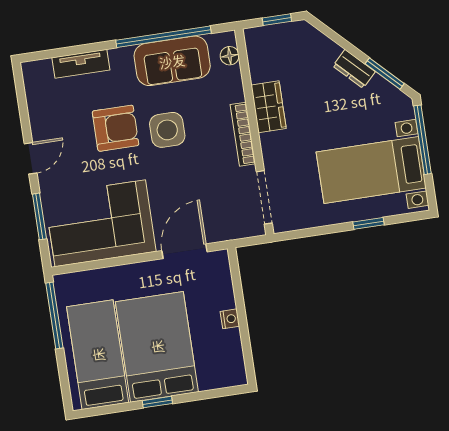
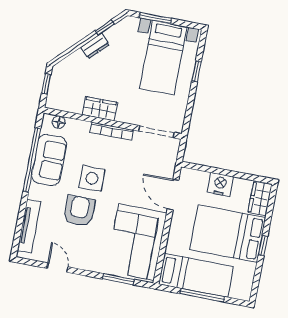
tv unit: (81, 64) -> (29, 226), width x1.41
window: (385, 74) -> (105, 27), width x0.67
window: (423, 140) -> (155, 18), width x0.69
door: (31, 158) -> (57, 268), moved
window: (54, 315) -> (202, 295), moved
nightstand: (230, 319) -> (220, 184), width x1.89, depth x1.79
bed: (98, 355) -> (196, 275), moved, turned 180
wardrobe: (222, 375) -> (260, 198), added

